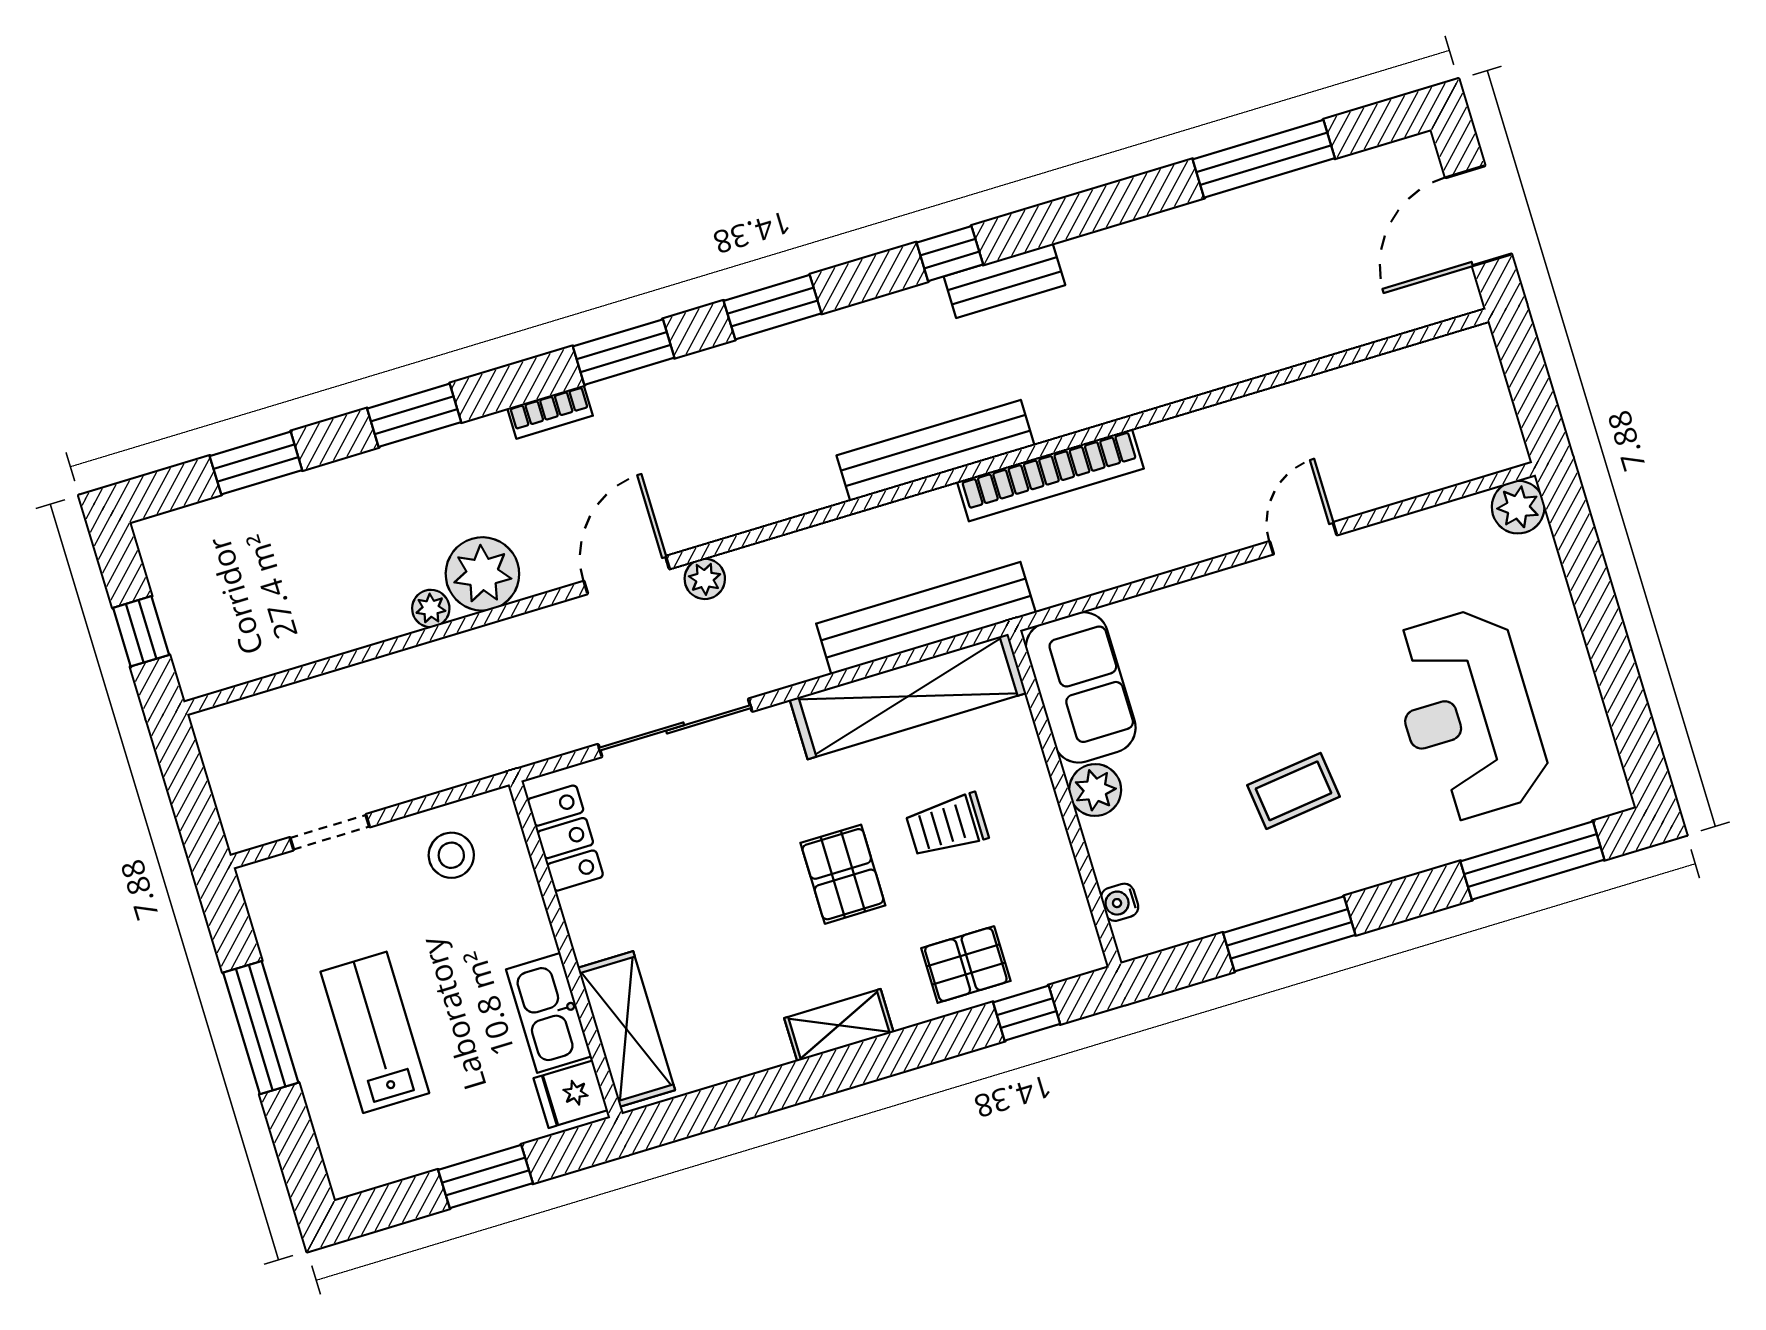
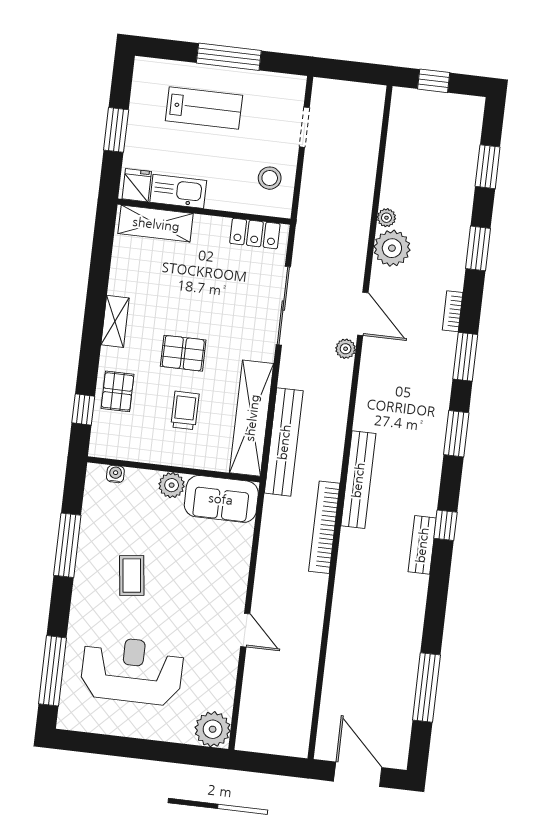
plant: (1518, 507) -> (213, 729), width x1.36, depth x1.36

